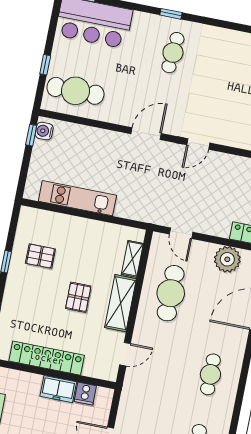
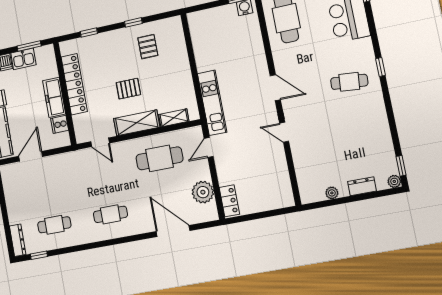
kitchen unit: (77, 198) -> (212, 103), moved
freezer: (58, 389) -> (54, 97), width x1.40

